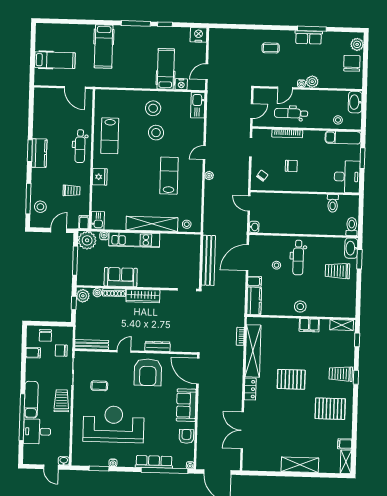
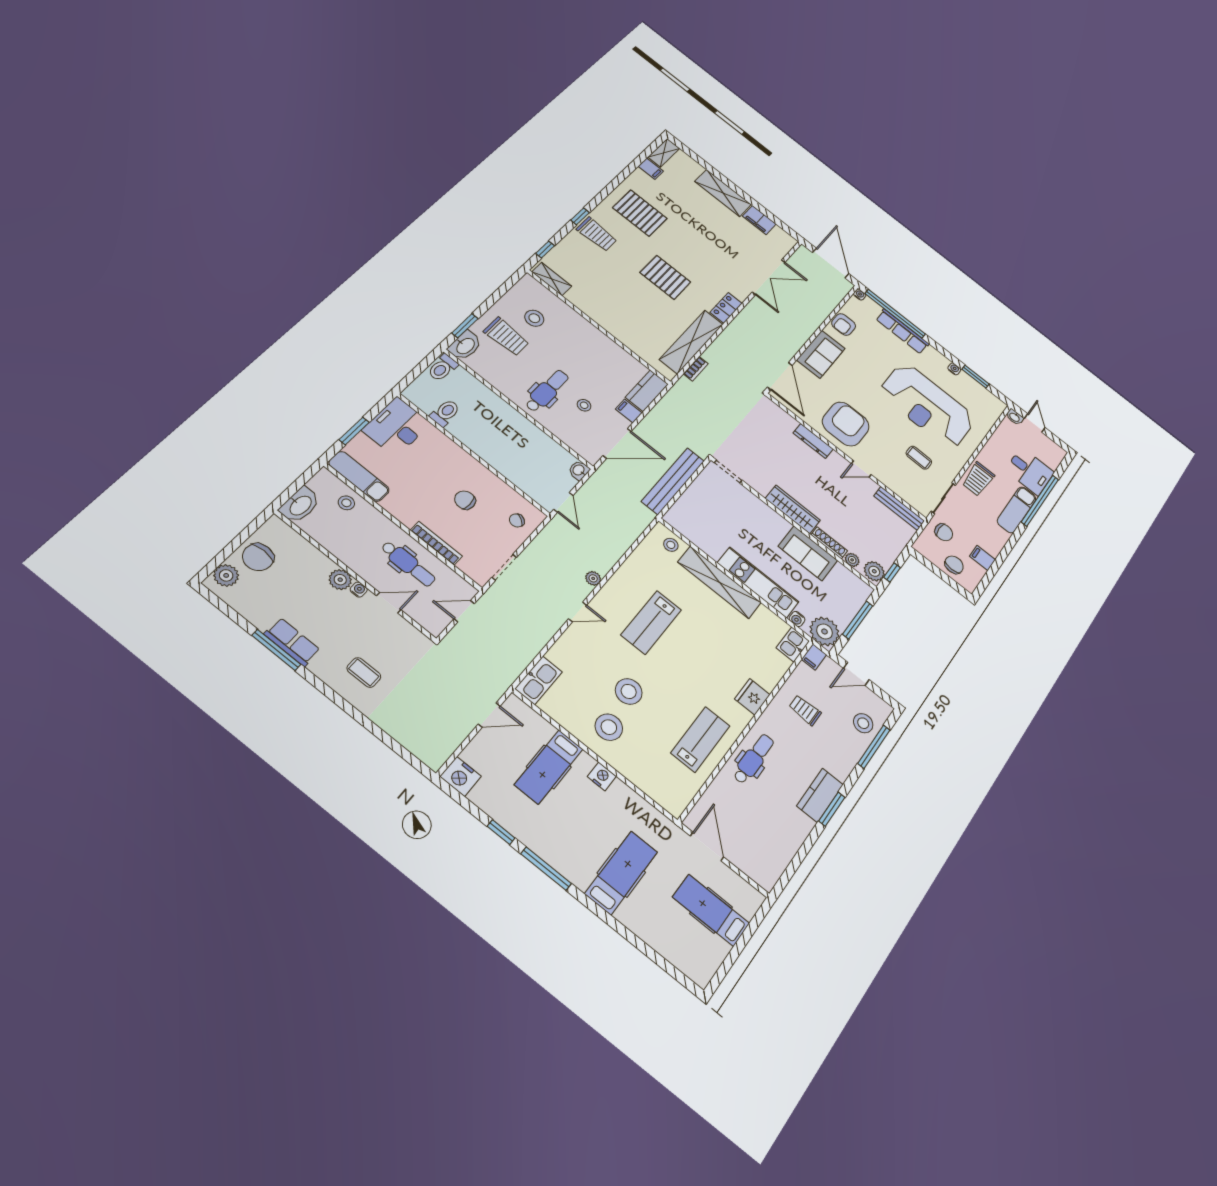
nightstand: (181, 84) -> (602, 776), moved
stool: (300, 307) -> (534, 318), moved
filing cabinet: (309, 325) -> (759, 220), moved, turned 180

